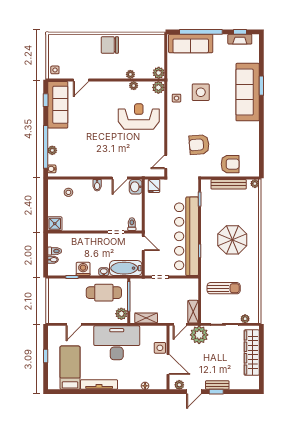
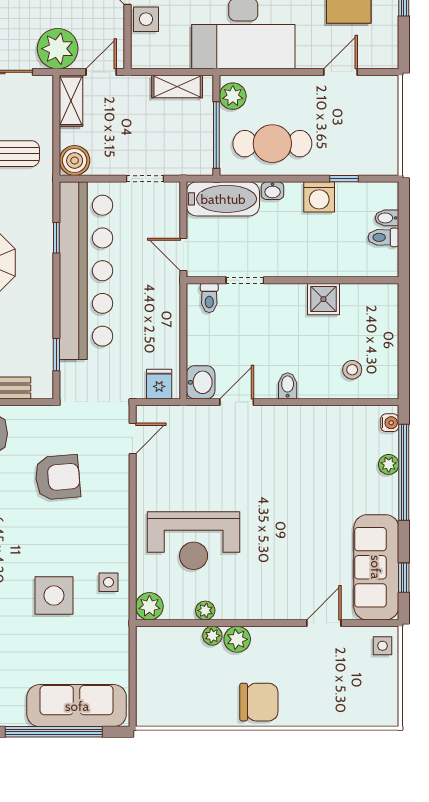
plant: (159, 73) -> (237, 639), moved
shower: (55, 224) -> (323, 299), moved
boiler: (192, 285) -> (75, 161), added

